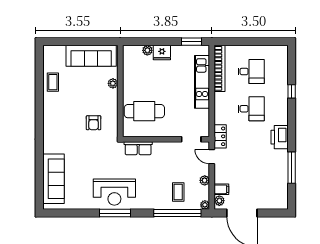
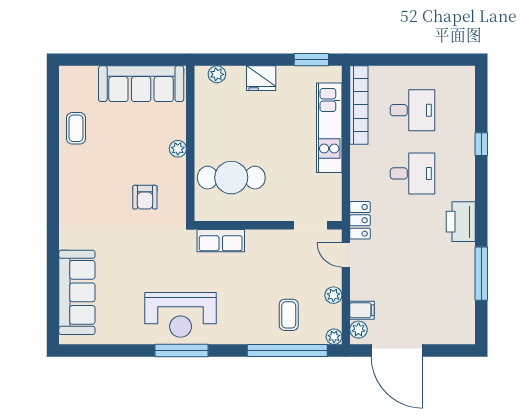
plant: (147, 50) -> (217, 74), moved
plant: (113, 83) -> (178, 149), moved

